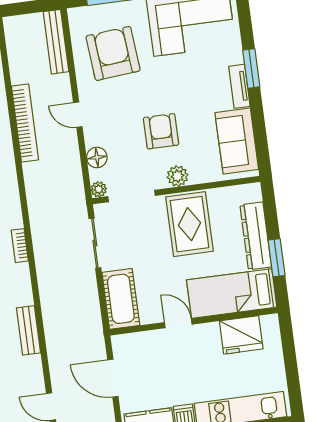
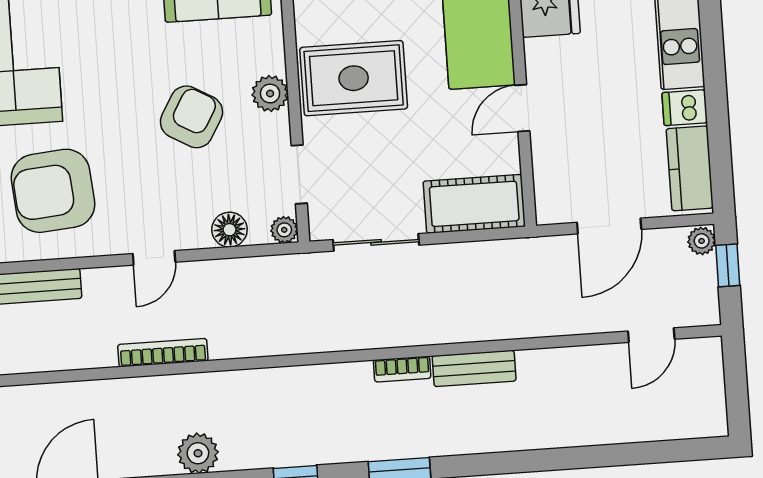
bookcase: (25, 123) -> (163, 353), width x0.68, depth x0.76
armchair: (161, 131) -> (192, 117), turned 120
doorway: (132, 196) -> (299, 174), width x0.73
bookcase: (20, 246) -> (402, 369), moved
bench: (28, 330) -> (474, 368), moved

